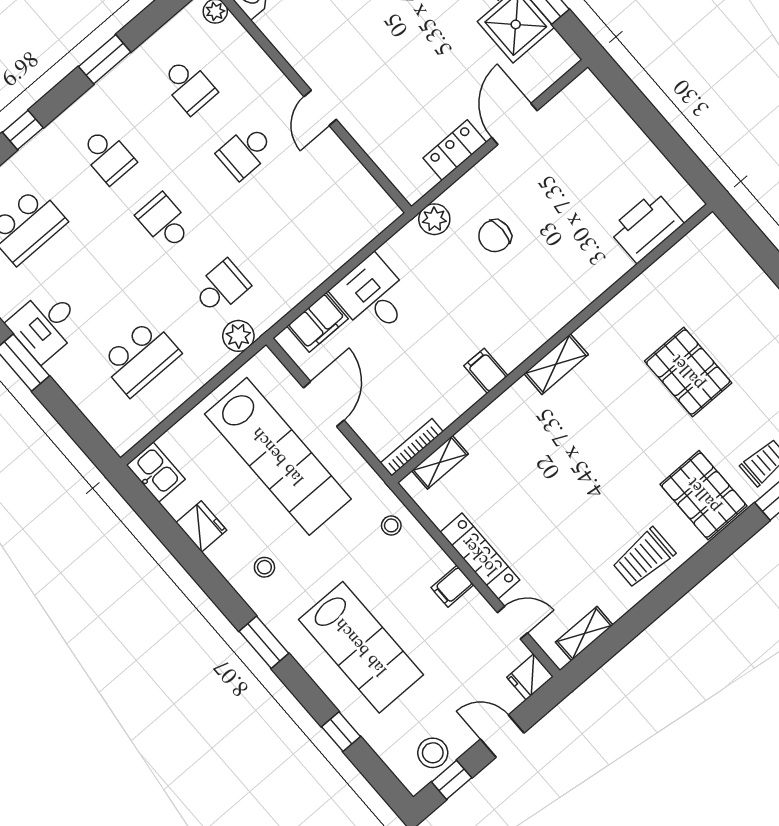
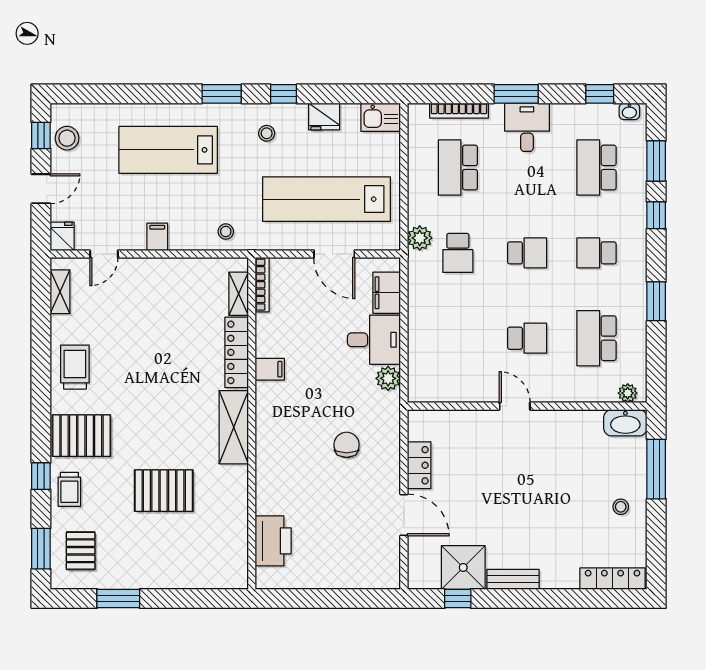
school desk: (189, 86) -> (596, 338), width x1.85
school desk: (245, 152) -> (527, 338), turned 90
plant: (434, 219) -> (388, 378), moved
shelving: (556, 364) -> (234, 427), width x1.50, depth x1.33
bookcase: (85, 403) -> (459, 111), added
locker: (480, 556) -> (237, 352), moved, turned 90
window: (341, 732) -> (284, 94), moved

